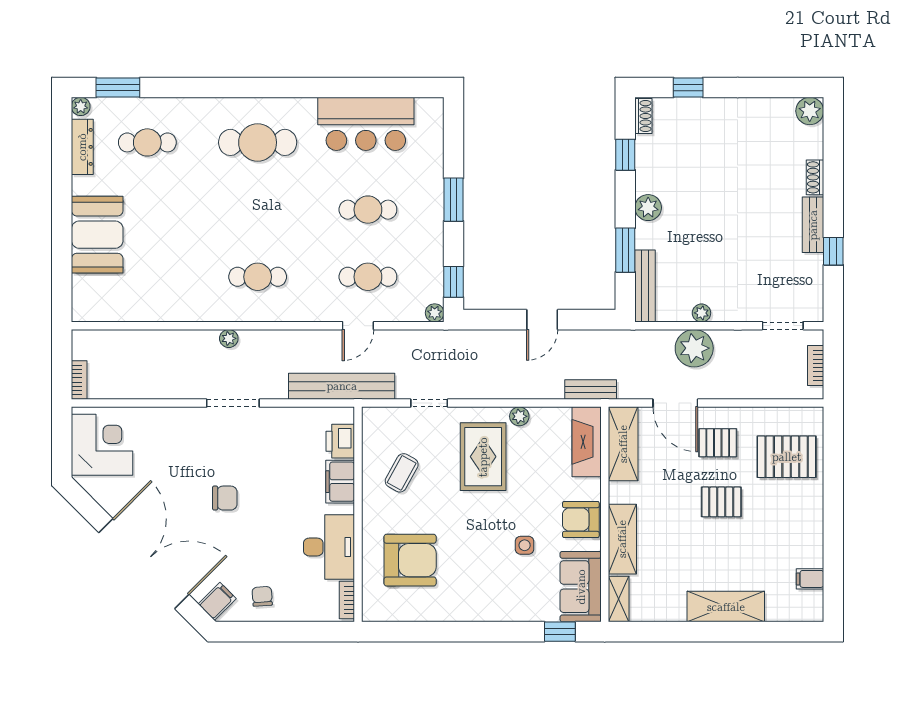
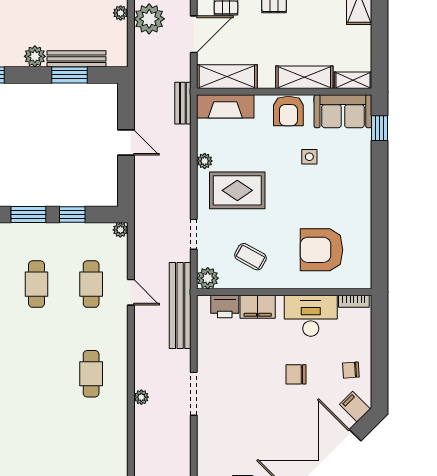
window: (454, 282) -> (72, 214), moved
bench: (645, 286) -> (76, 59), moved
plant: (375, 420) -> (208, 278), added
chair: (225, 498) -> (296, 374), moved, turned -90
armchair: (410, 560) -> (321, 250), turned -90

